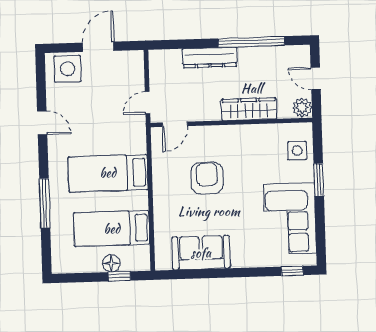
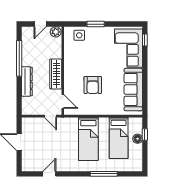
side table: (68, 69) -> (31, 159), removed
wardrobe: (249, 109) -> (56, 74), moved
door: (42, 123) -> (49, 174), moved
armchair: (207, 178) -> (93, 85), turned -90
corner sofa: (290, 219) -> (128, 48), moved, turned 90
sofa: (201, 253) -> (133, 90), width x1.36

